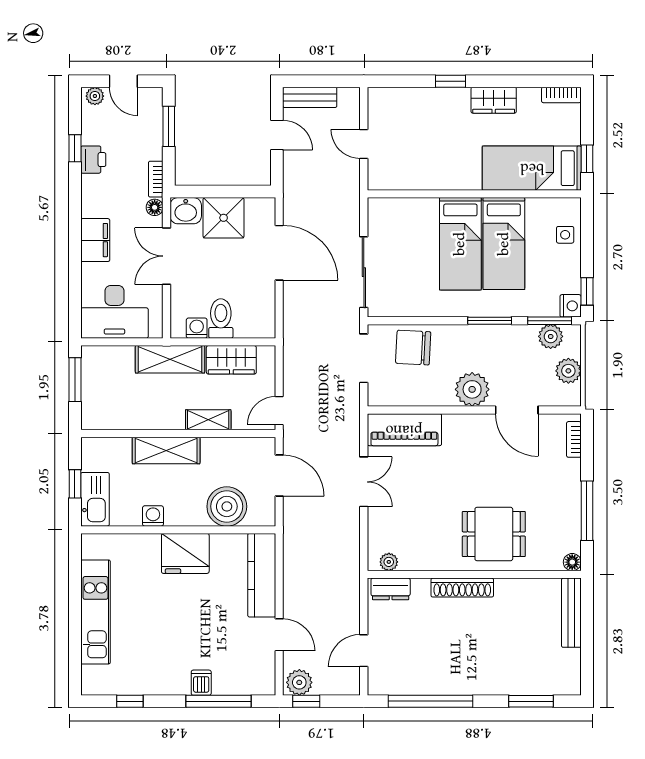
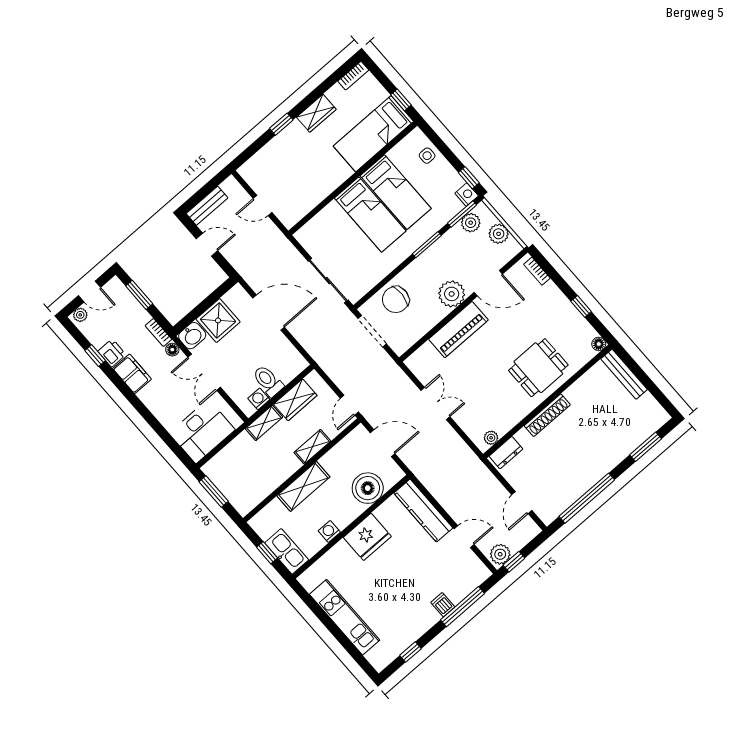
filing cabinet: (95, 240) -> (132, 374), moved
shelving: (170, 359) -> (264, 423), width x0.67, depth x0.75
piano: (404, 430) -> (458, 330), moved
window: (587, 511) -> (581, 306), width x0.46

